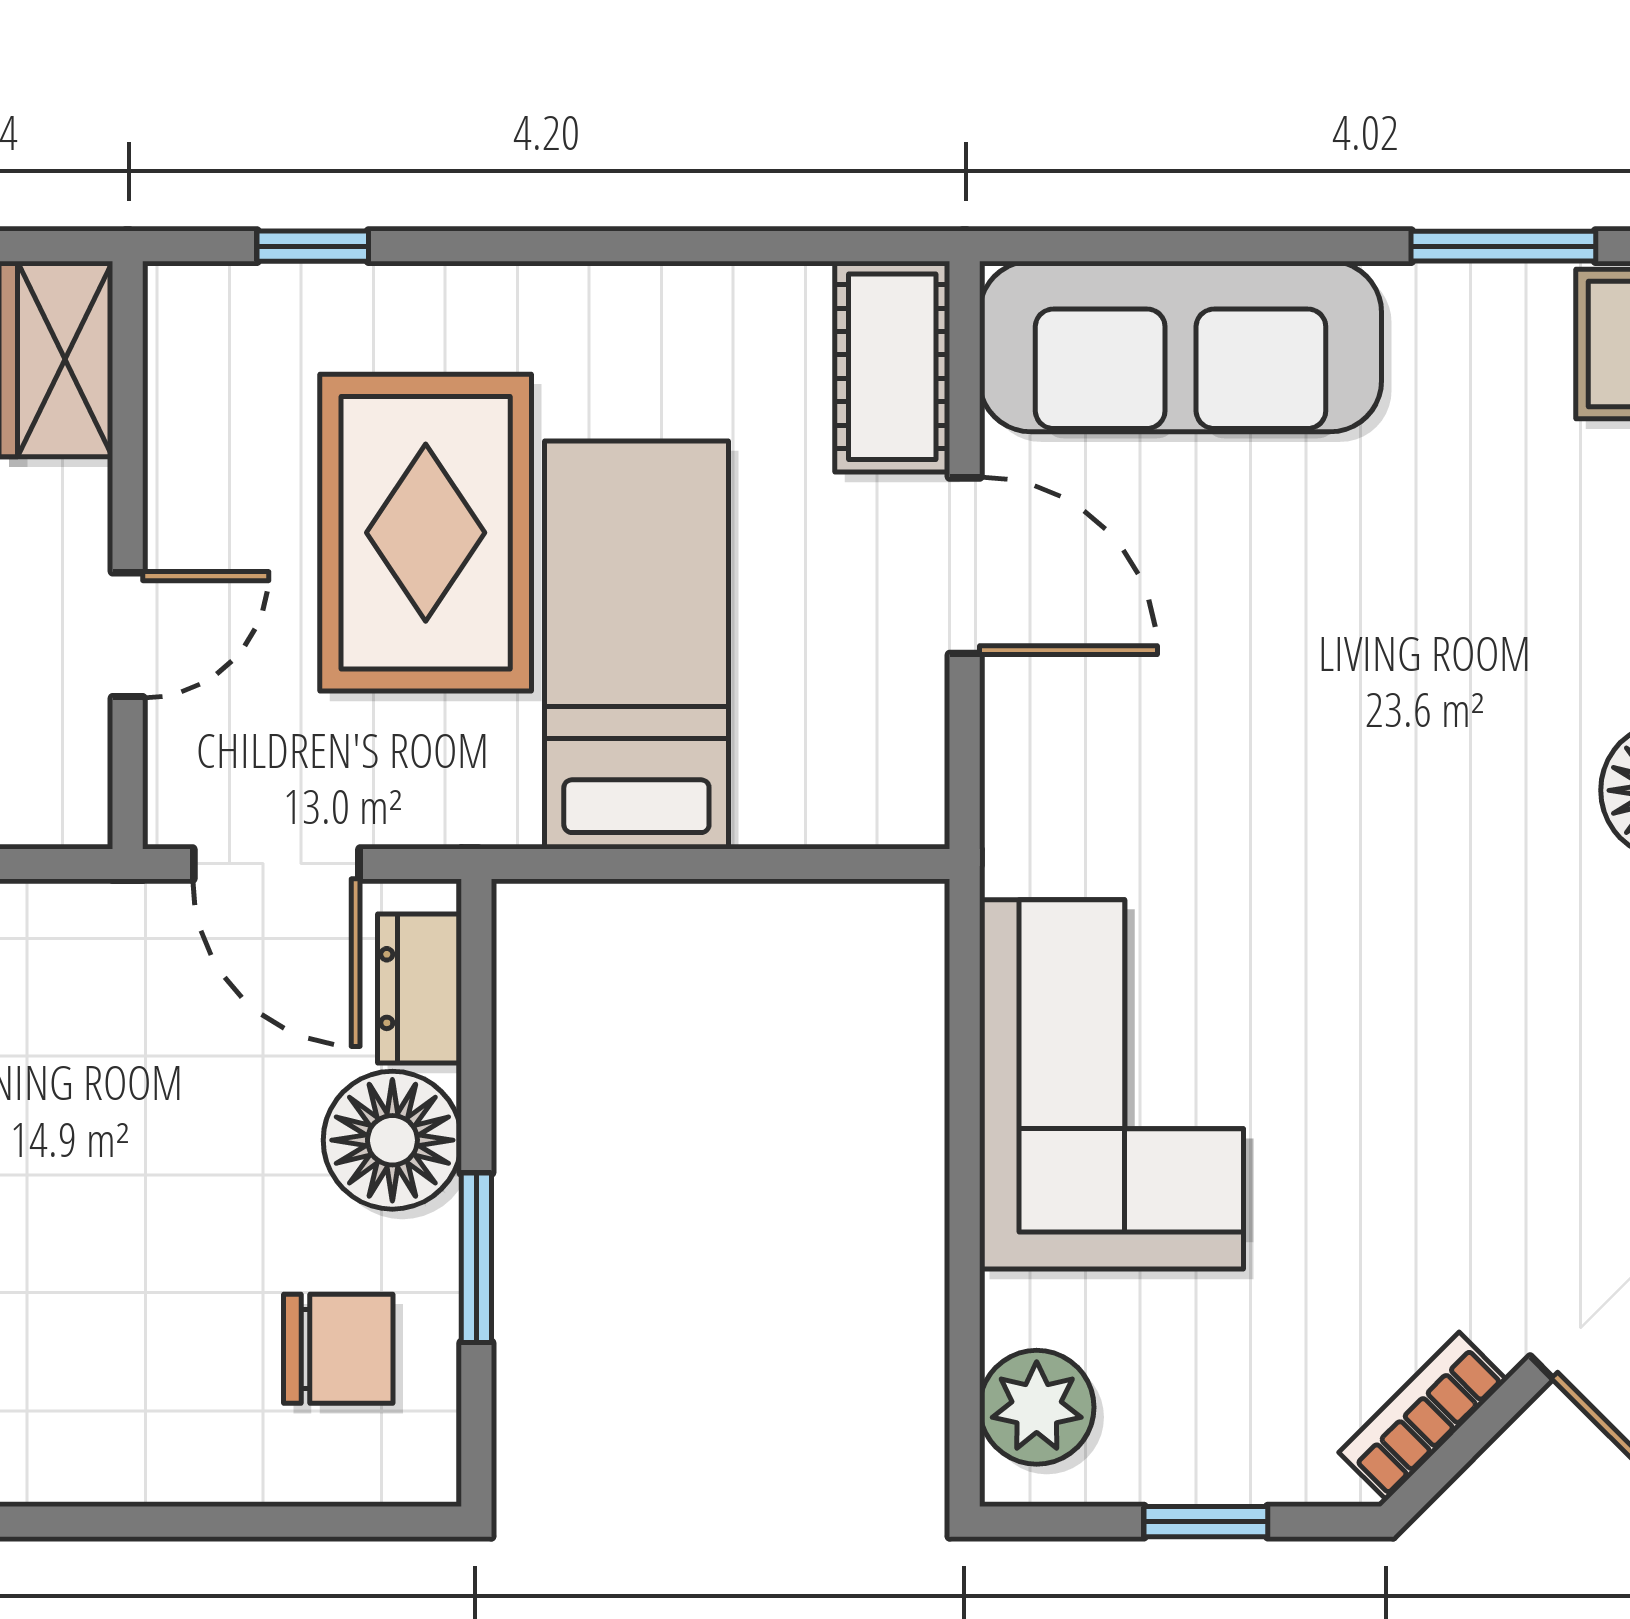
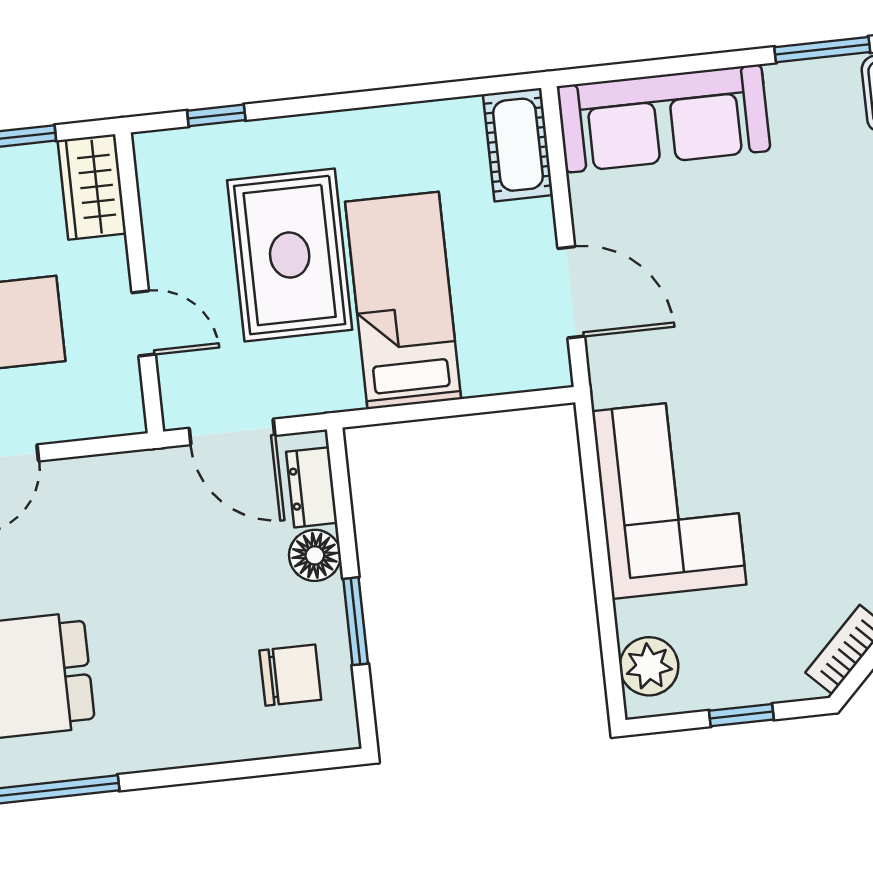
door: (965, 566) -> (571, 292), moved
door: (128, 635) -> (144, 323), hinge flipped
floor lamp: (392, 1140) -> (315, 555), width x0.73, depth x0.73

